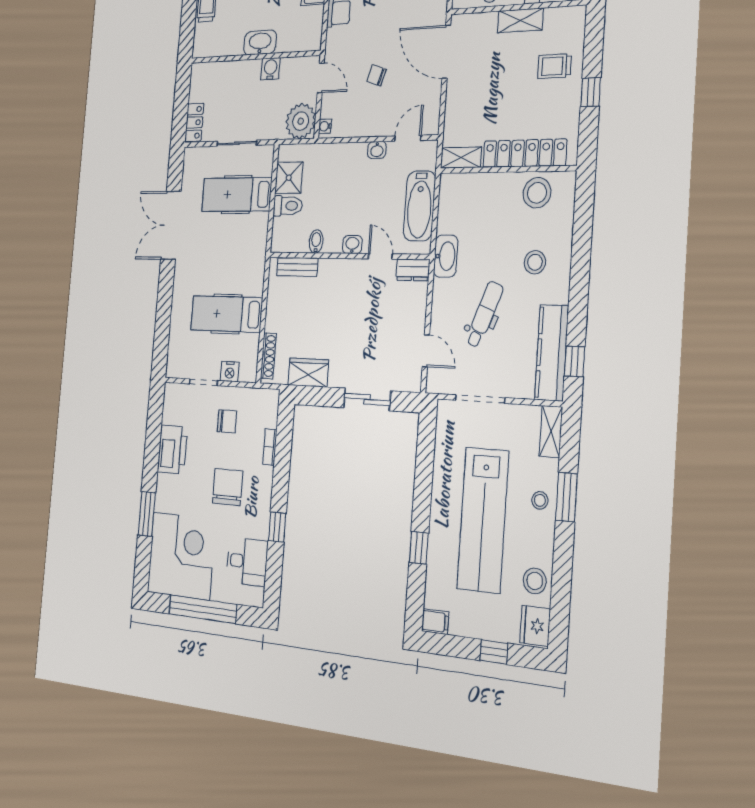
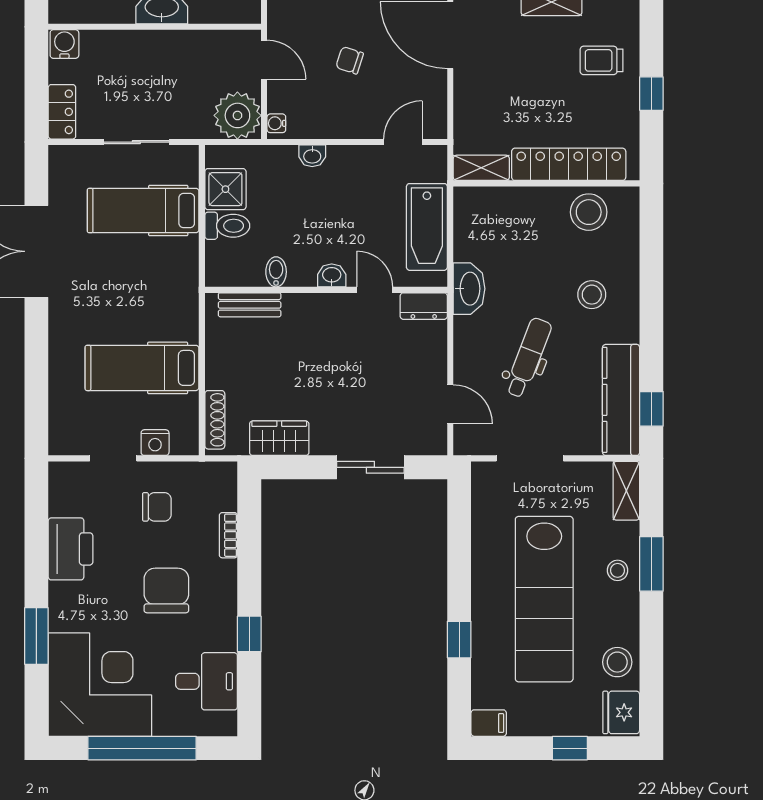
water cooler: (270, 69) -> (64, 44), moved
washbasin: (377, 150) -> (312, 156), moved

